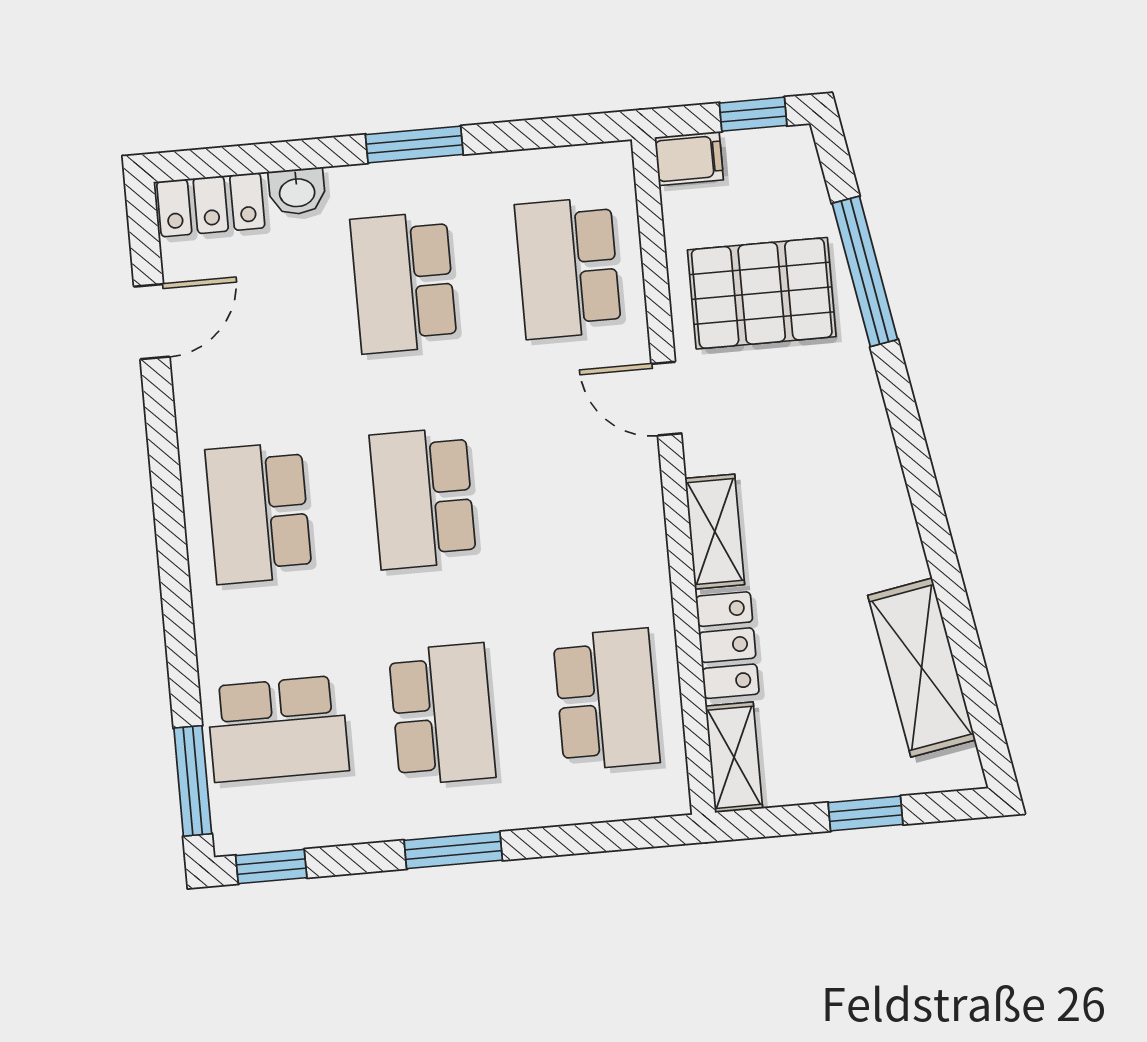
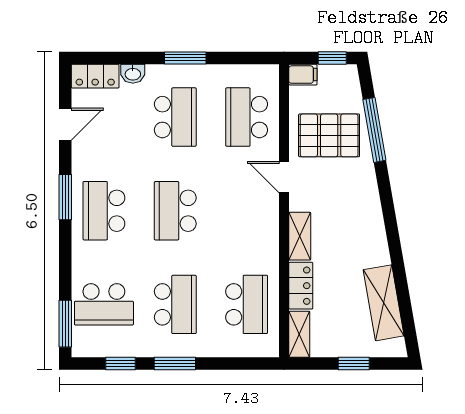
school desk: (404, 283) -> (175, 117), turned 180
window: (167, 490) -> (65, 197), added
window: (271, 867) -> (120, 363), moved

